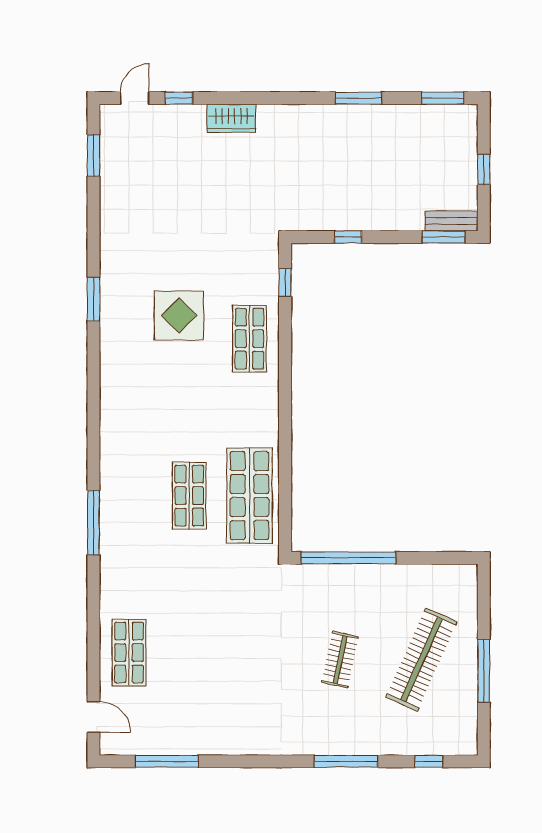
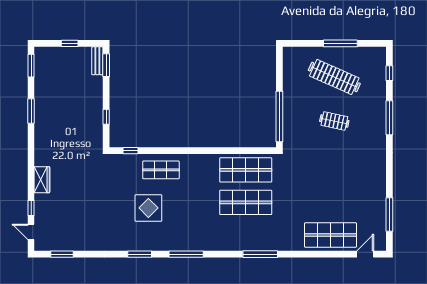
window: (94, 385) -> (186, 254), added
shop shelf: (189, 496) -> (246, 202), width x1.43, depth x1.36
shop shelf: (129, 653) -> (330, 235), width x1.43, depth x1.36

